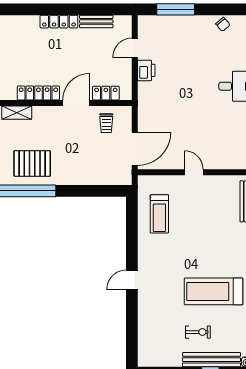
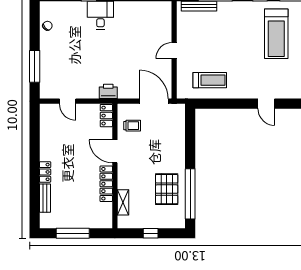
bench: (96, 21) -> (45, 198), moved
locker: (59, 22) -> (45, 172), width x0.66
printer: (146, 70) -> (108, 91), moved
locker: (106, 93) -> (106, 116), moved

